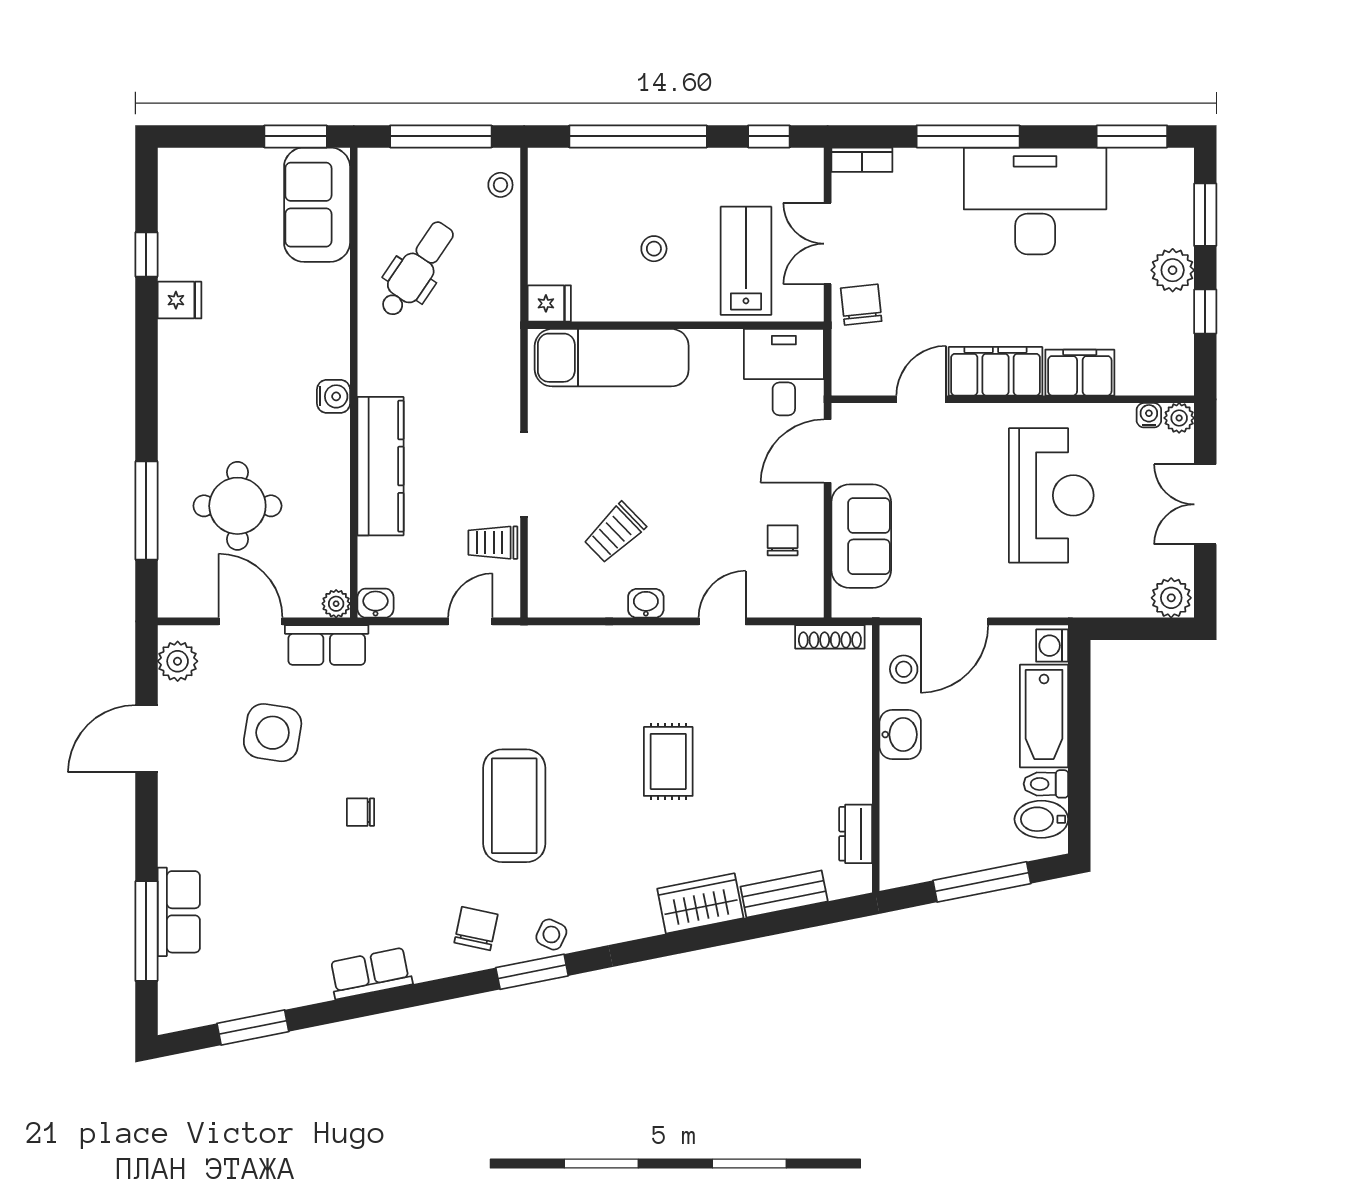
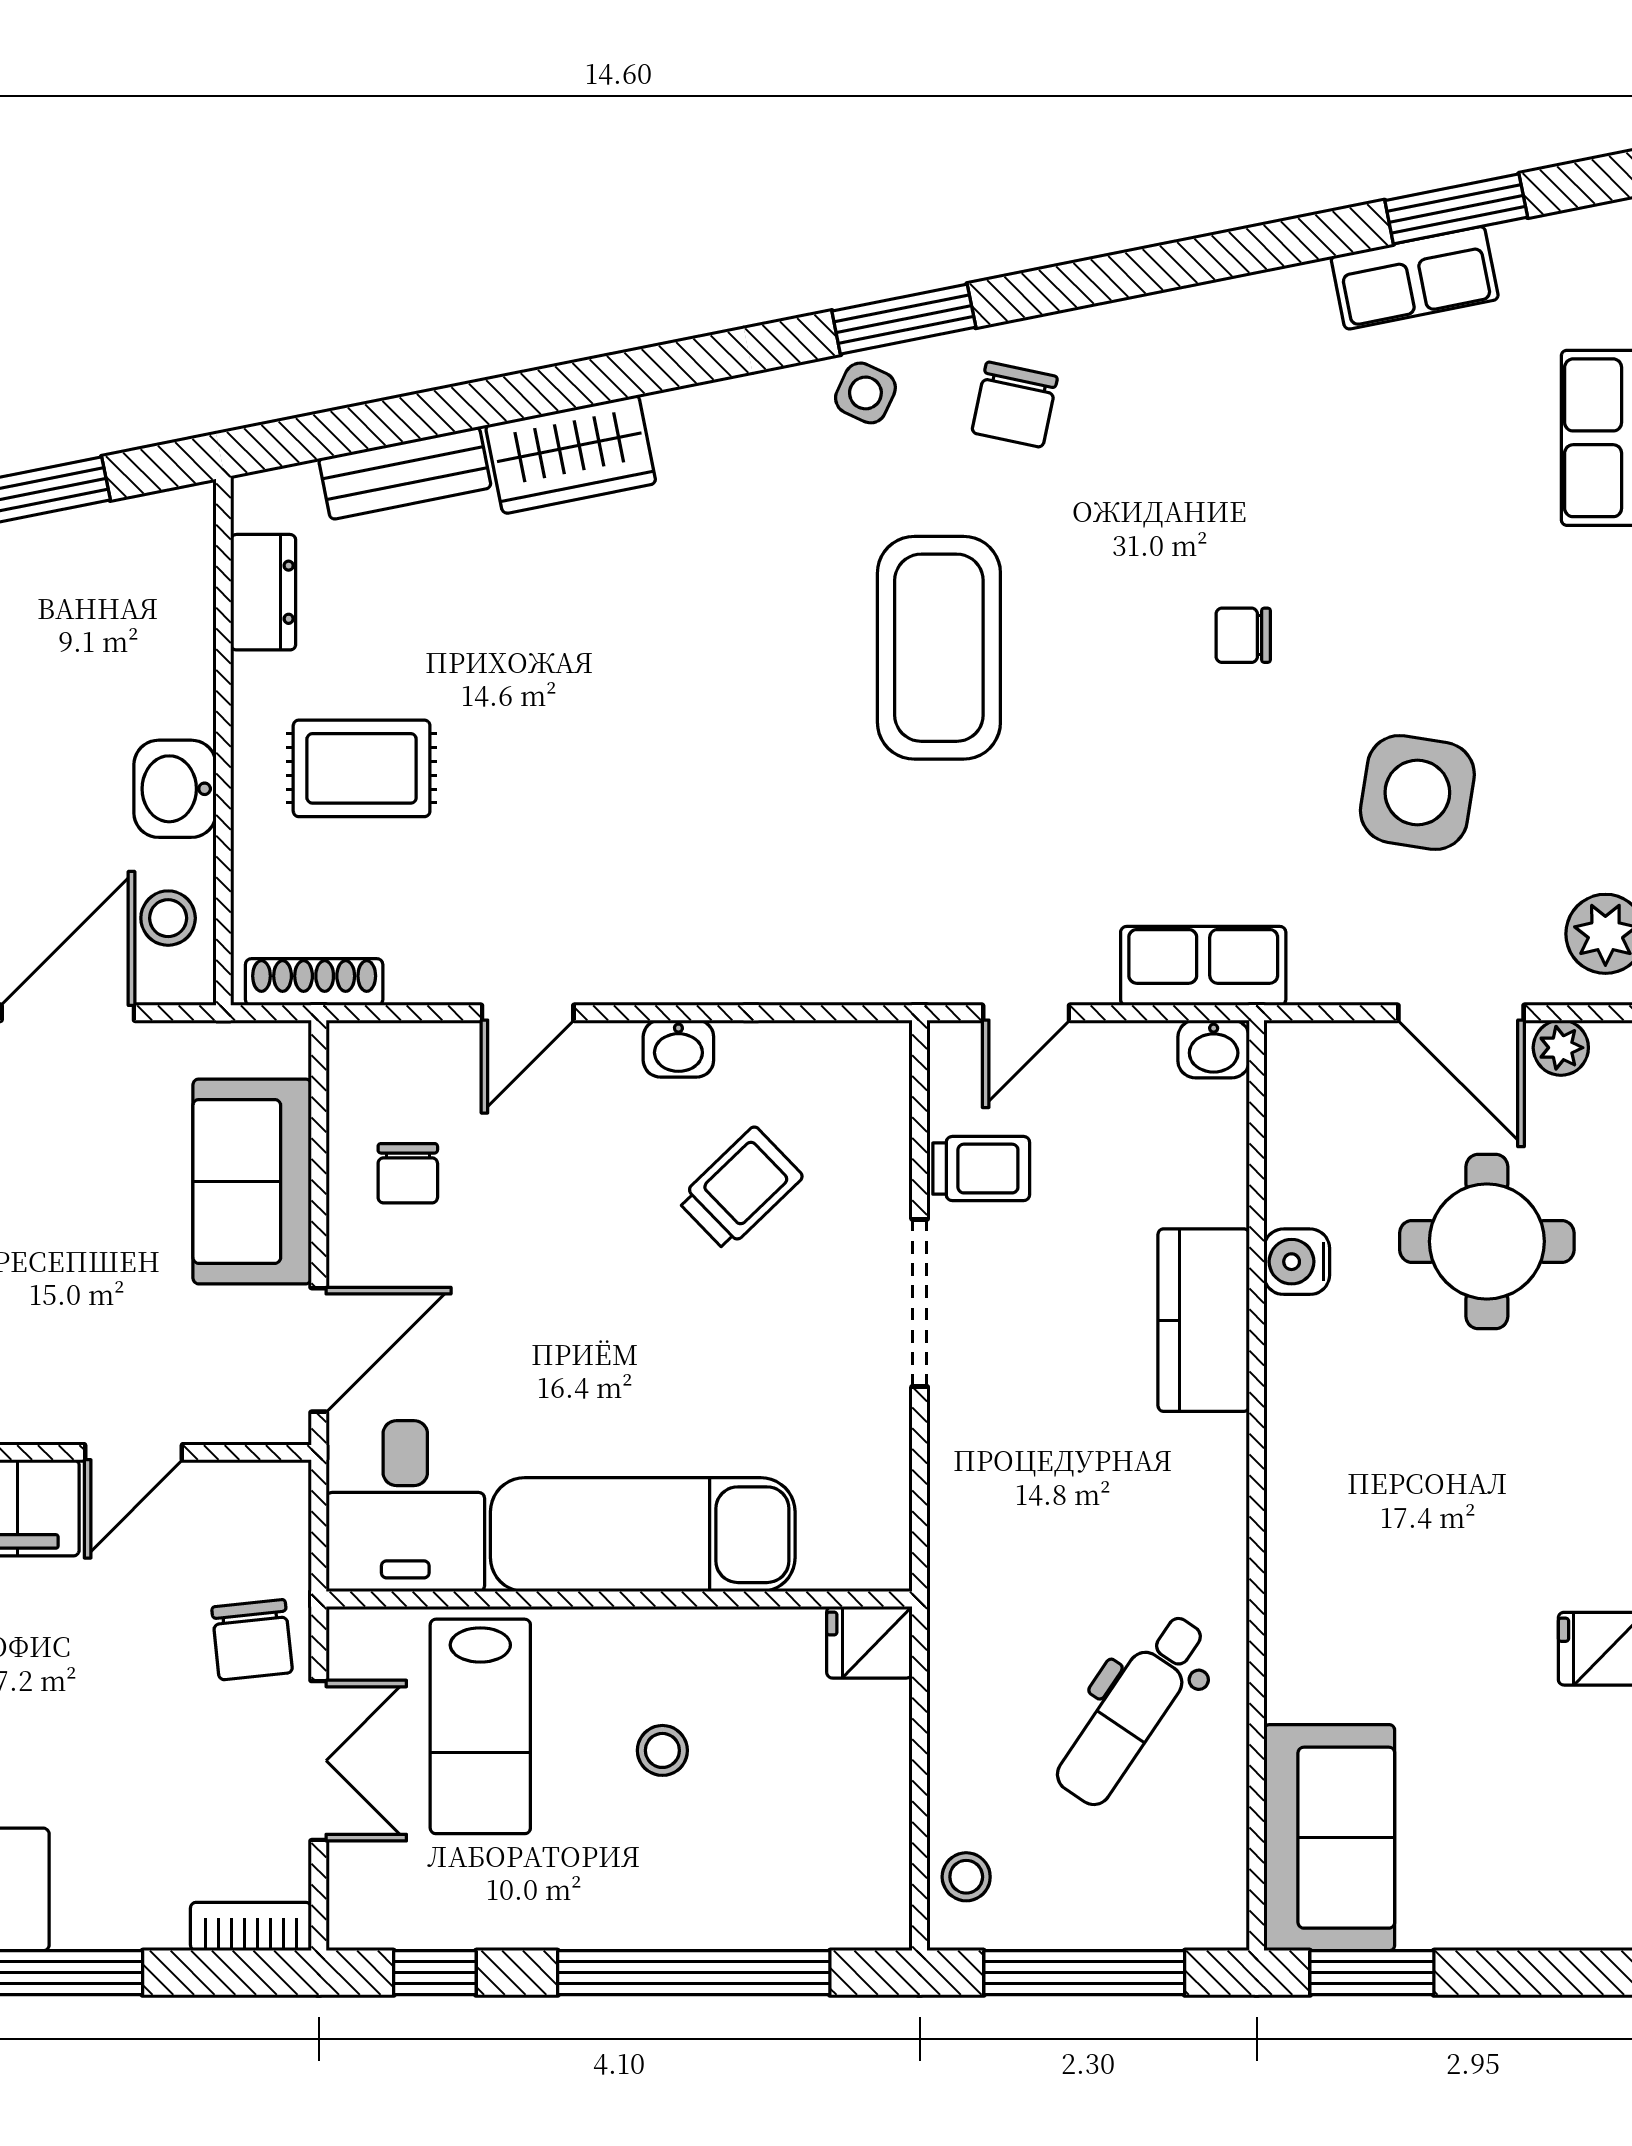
exam couch: (612, 358) -> (643, 1535), moved
water cooler: (333, 396) -> (1297, 1262), moved
kitchen counter: (381, 466) -> (1204, 1320), width x0.67
plant: (336, 604) -> (1561, 1048), moved
row of seats: (327, 645) -> (1203, 966), moved
rug: (668, 761) -> (362, 768), moved, turned 90
chair: (361, 812) -> (1243, 635), turned 180
row of seats: (370, 973) -> (1415, 278), moved

